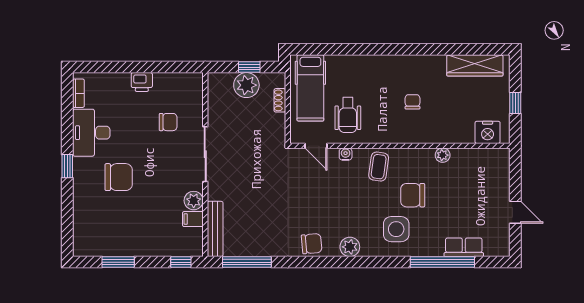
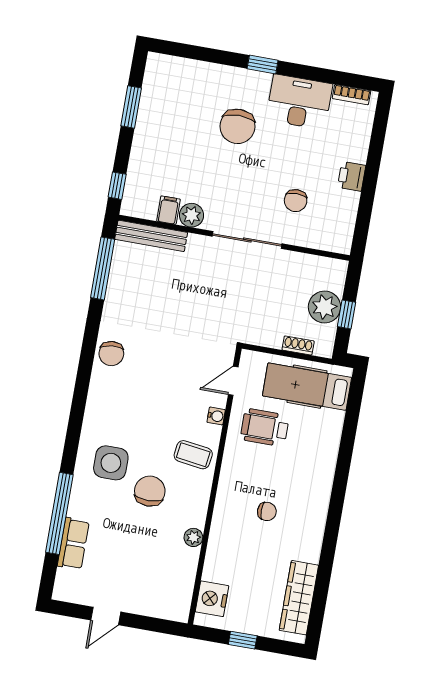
plant: (350, 247) -> (99, 401), removed

